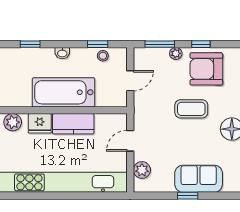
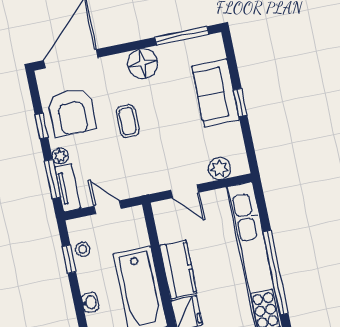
tv unit: (151, 54) -> (68, 188), added
coffee table: (191, 109) -> (127, 121), width x0.73, depth x0.77
window: (56, 196) -> (276, 273), added

